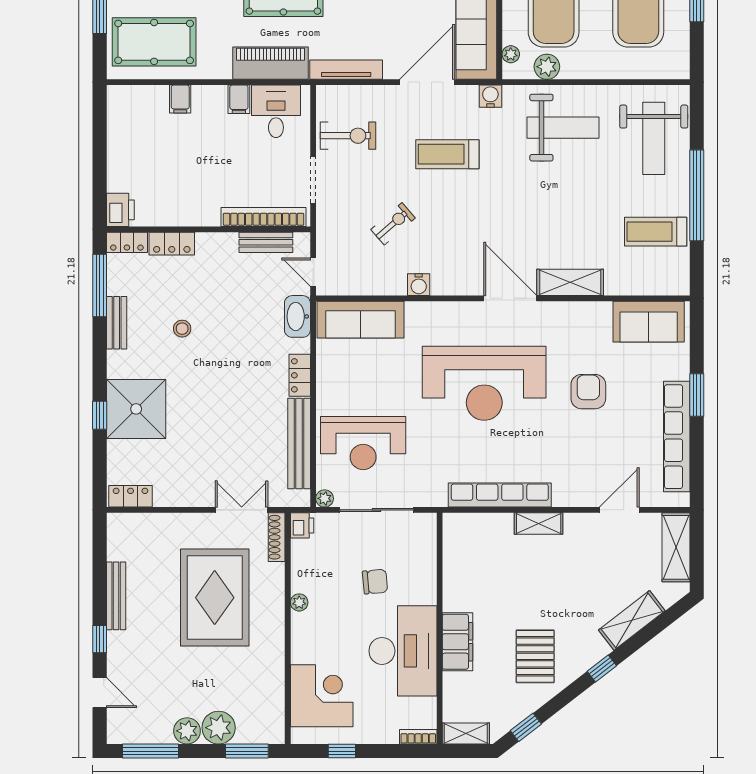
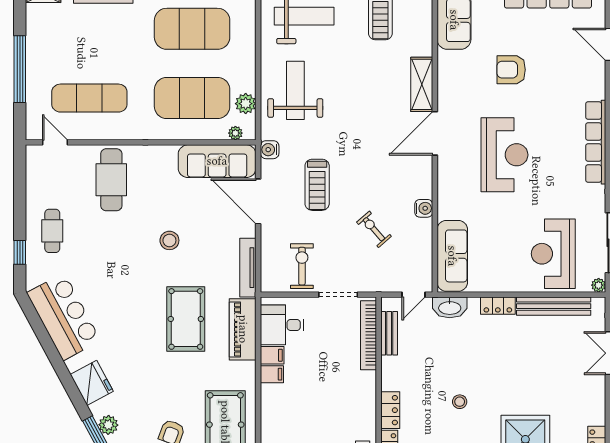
filing cabinet: (180, 99) -> (272, 374), moved
reception desk: (484, 383) -> (504, 155), width x0.74, depth x0.77
reception desk: (363, 443) -> (553, 254), turned 180

